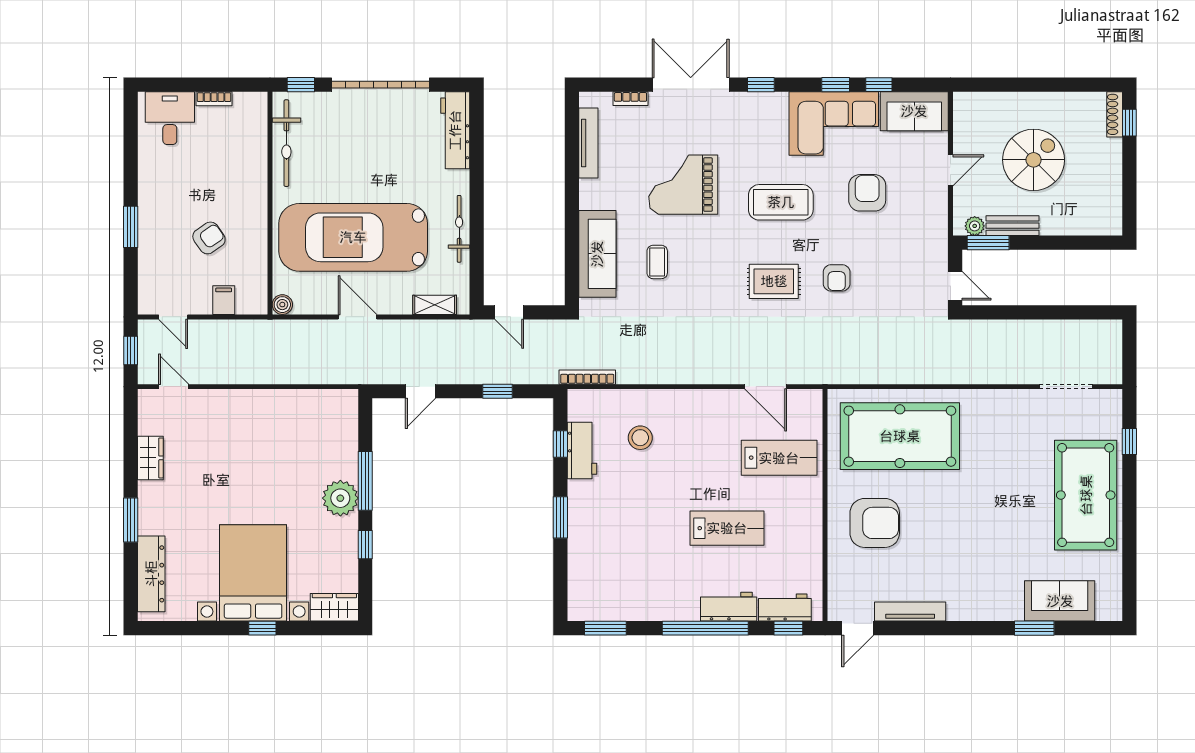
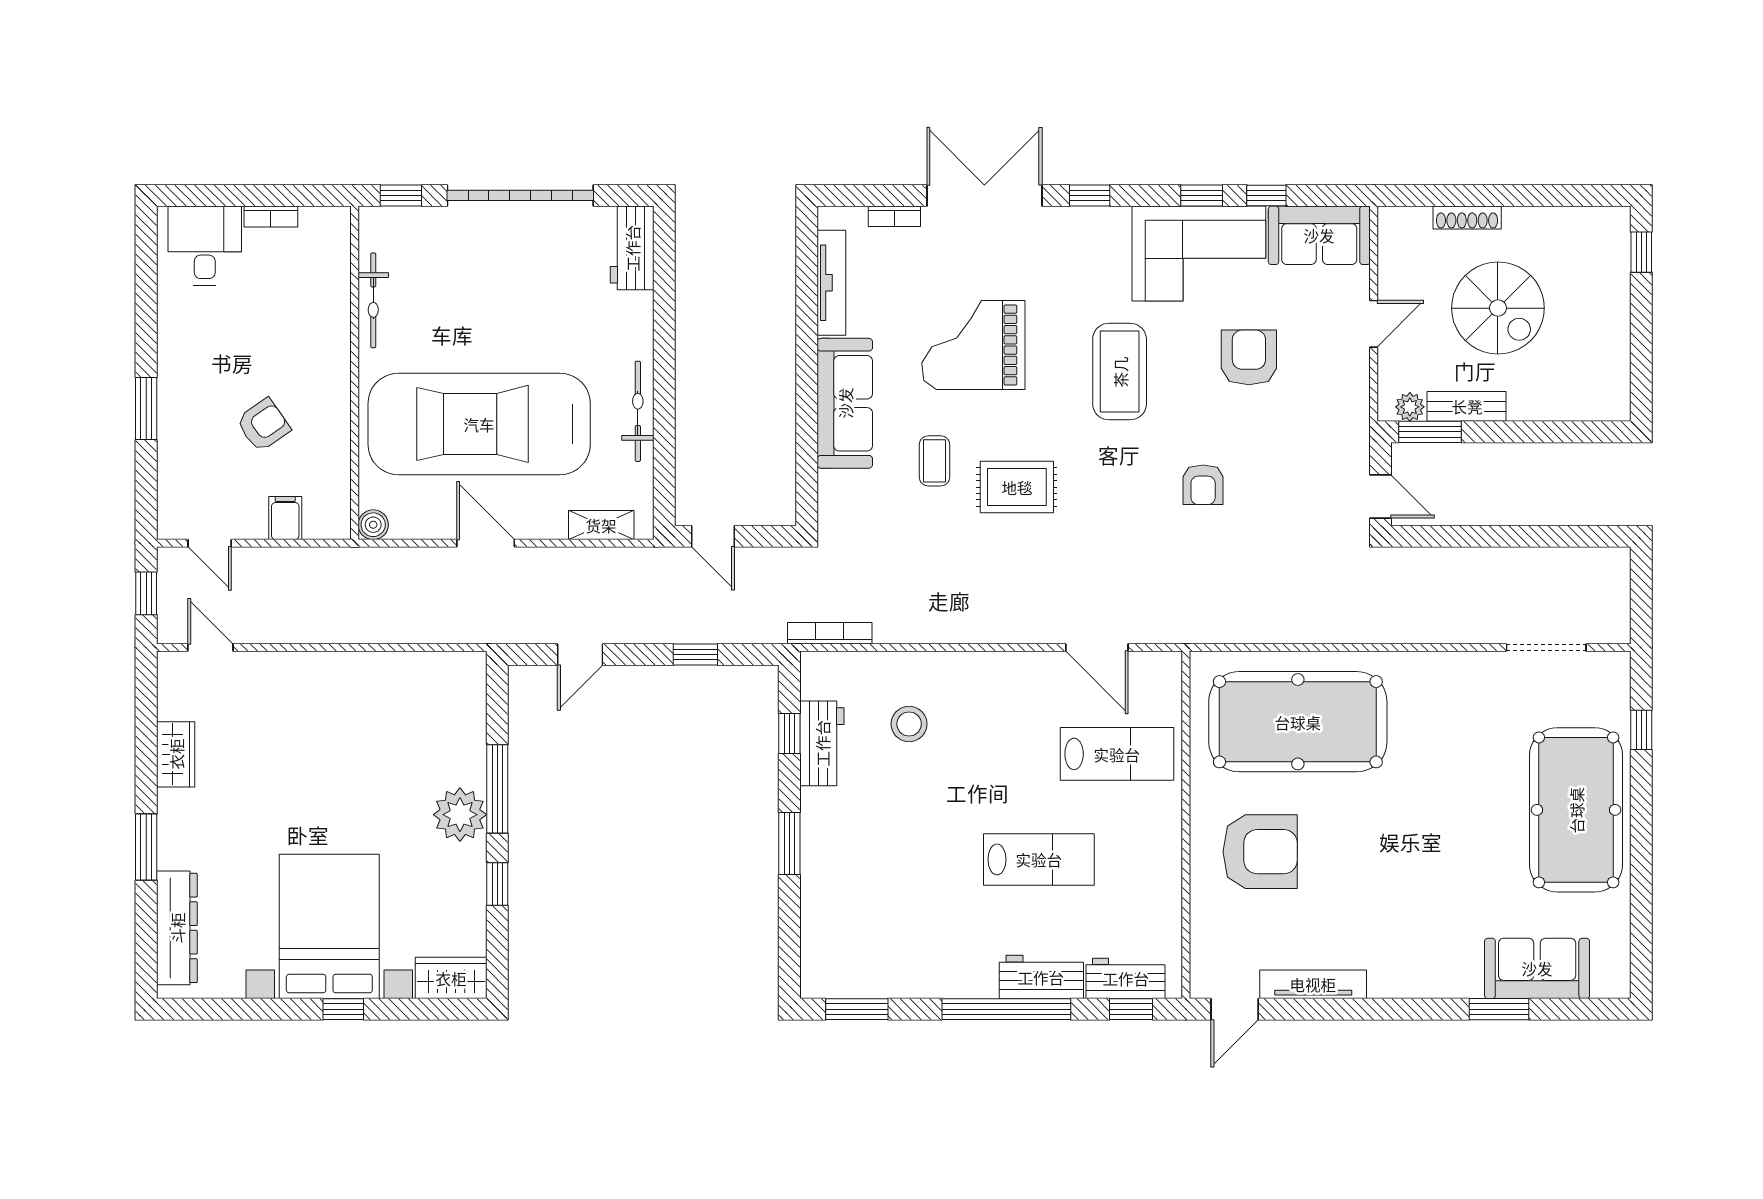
shoe rack: (1115, 114) -> (1467, 217), moved, turned -90
workbench: (455, 130) -> (632, 248), width x0.73
bicycle: (286, 143) -> (373, 300), width x0.73, depth x0.71
spiral stairs: (1034, 160) -> (1498, 308), turned 90
coffee table: (781, 202) -> (1120, 372), turned 90
sofa: (597, 254) -> (845, 403), moved
rug: (774, 281) -> (1017, 487), moved

